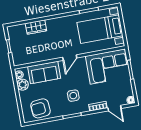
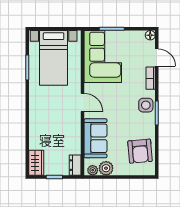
wardrobe: (36, 27) -> (36, 163), moved
dresser: (21, 61) -> (75, 165), added
side table: (73, 96) -> (146, 105), moved
door: (114, 108) -> (157, 58), hinge flipped

